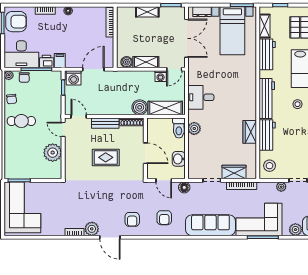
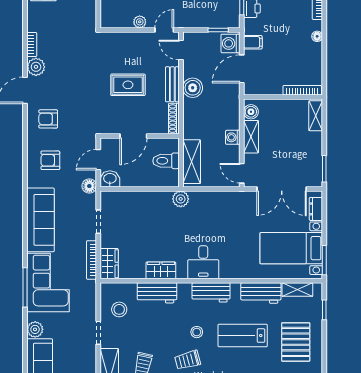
shelving: (147, 12) -> (316, 116), moved
filing cabinet: (60, 61) -> (253, 42), moved
door: (93, 69) -> (242, 69), swing flipped
washing machine: (161, 76) -> (233, 137), moved
desk: (201, 97) -> (203, 262), moved, turned 180
workbench: (267, 98) -> (211, 292), width x0.73
boiler: (140, 107) -> (193, 88), moved
door: (79, 116) -> (181, 50), swing flipped
toilet: (179, 128) -> (166, 161), moved
plant: (194, 128) -> (181, 199), moved
plant: (53, 153) -> (140, 22), width x0.53, depth x0.53
rug: (106, 157) -> (128, 85), turned 90
washbasin: (179, 159) -> (110, 179), moved
stool: (270, 166) -> (119, 309), moved
wardrobe: (234, 172) -> (109, 264), moved
plant: (281, 187) -> (90, 311), removed

